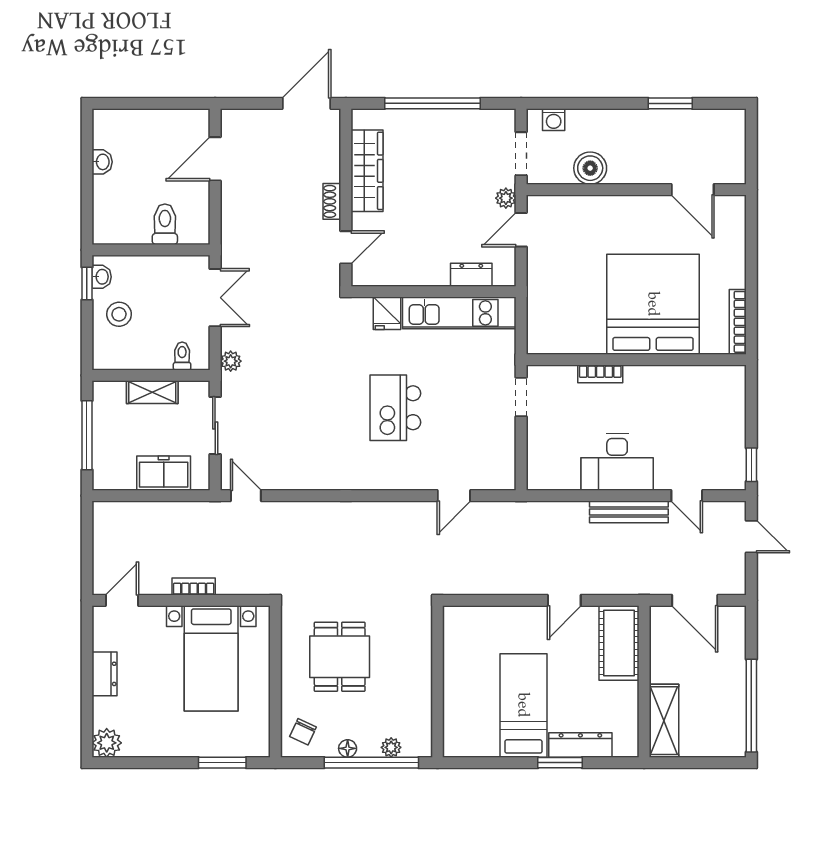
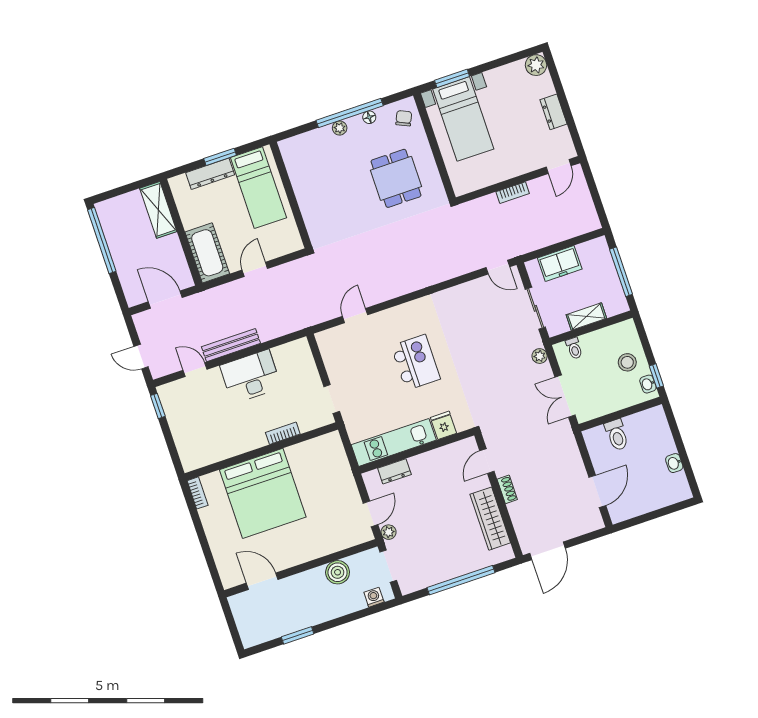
bookcase: (738, 322) -> (198, 493), width x0.64
bed with nightstands: (211, 658) -> (463, 119), moved, turned 180
wall: (438, 681) -> (291, 195), moved

